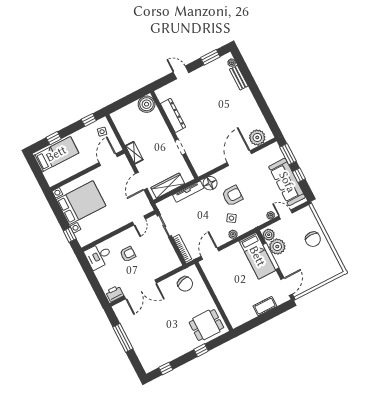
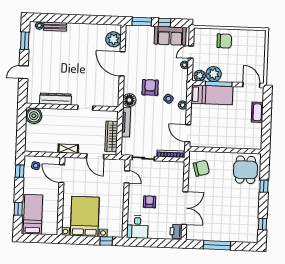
sofa: (287, 182) -> (170, 36), width x0.73

